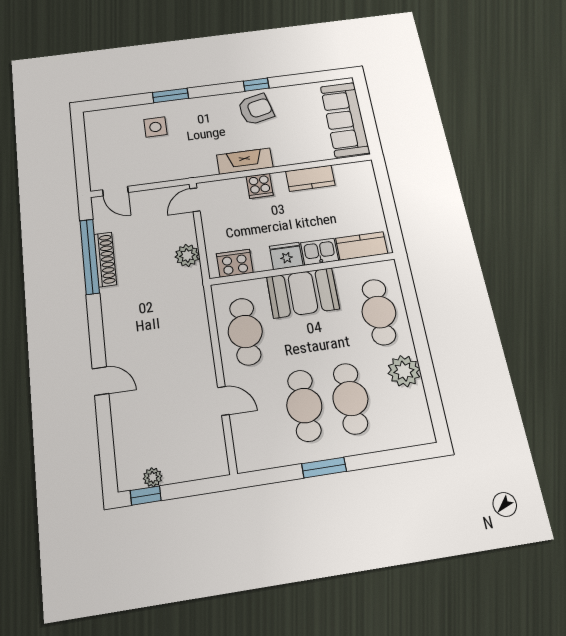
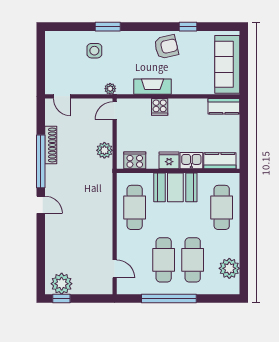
window: (256, 85) -> (188, 27), moved
plant: (184, 172) -> (110, 89), added
kitchen counter: (310, 178) -> (224, 106), moved
window: (90, 256) -> (41, 161), moved
plant: (404, 371) -> (229, 268), moved
door: (101, 381) -> (41, 205), moved
door: (223, 401) -> (115, 269), moved
window: (324, 468) -> (169, 299), width x2.11
plant: (153, 477) -> (62, 284), width x1.87, depth x1.87

